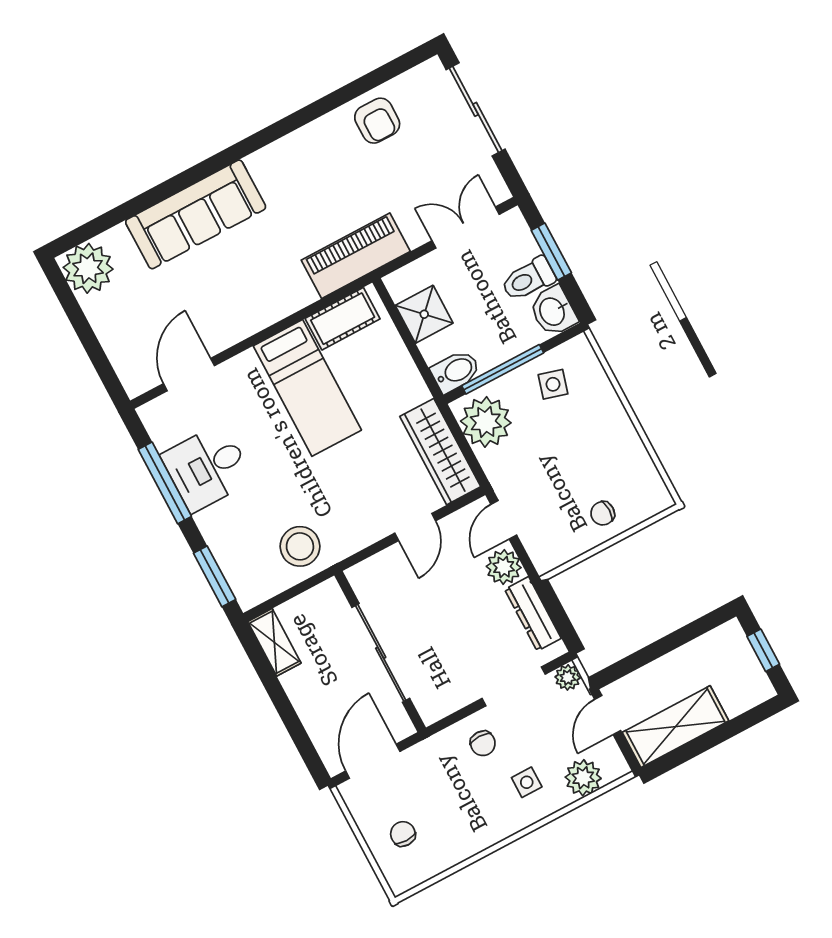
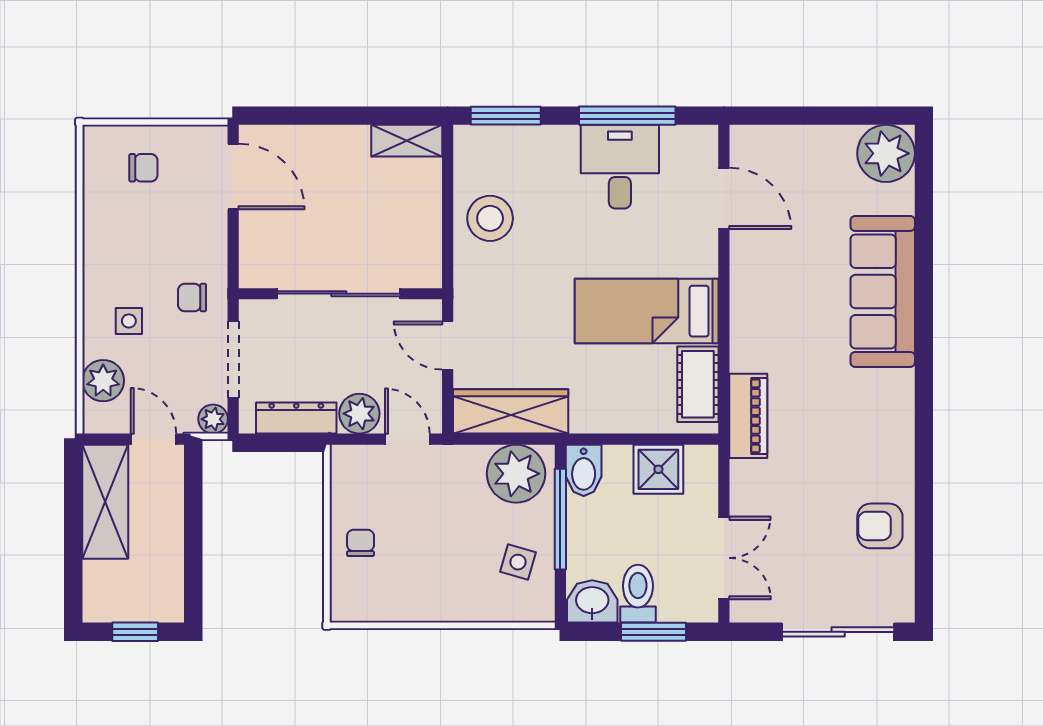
piano: (356, 256) -> (748, 416), width x0.73, depth x0.75
wall: (380, 651) -> (340, 294), moved
sliding door: (381, 653) -> (339, 294), moved

